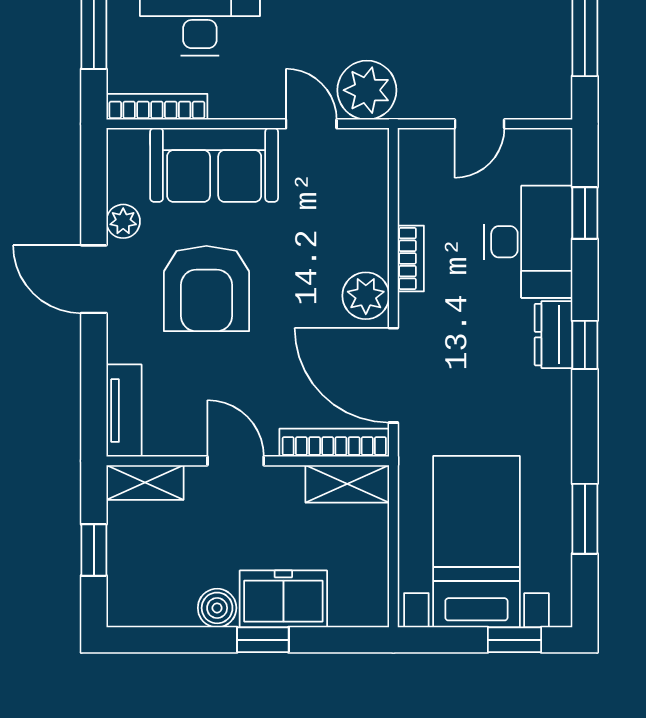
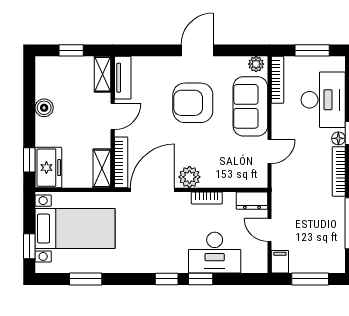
plant: (367, 90) -> (285, 178), removed
filing cabinet: (548, 101) -> (280, 262), added
window: (585, 213) -> (201, 279), moved
plant: (123, 221) -> (256, 64), moved
dresser: (553, 335) -> (252, 201), moved, turned 180
tv unit: (124, 411) -> (123, 78), moved, turned -90
freezer: (283, 599) -> (48, 168), moved
window: (263, 640) -> (29, 160), moved

